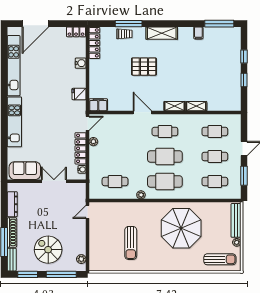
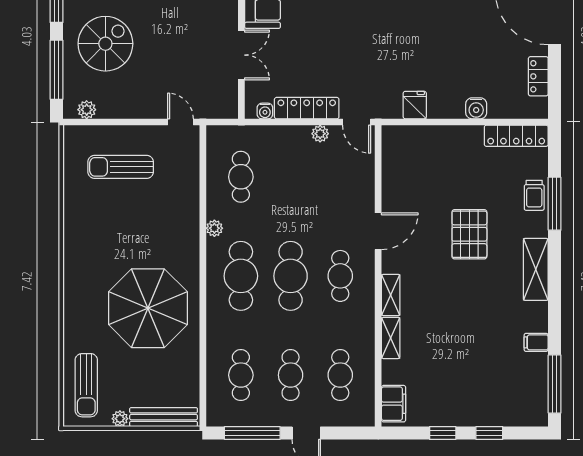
locker: (76, 32) -> (538, 76), moved
filing cabinet: (98, 105) -> (394, 404), moved
window: (244, 176) -> (252, 433), width x1.44
sun lounger: (131, 243) -> (121, 167), moved

